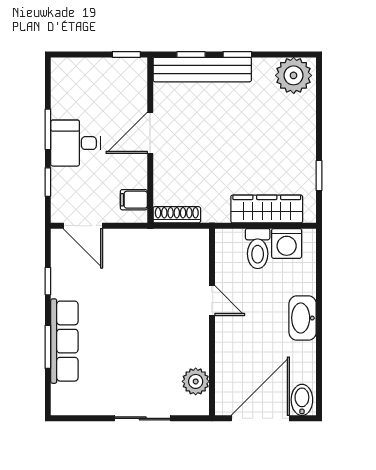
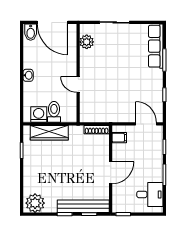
desk: (75, 143) -> (150, 194), moved
washbasin: (303, 318) -> (28, 75), width x0.52, depth x0.69
row of seats: (64, 341) -> (156, 46), moved
door: (260, 418) -> (53, 22), hinge flipped

